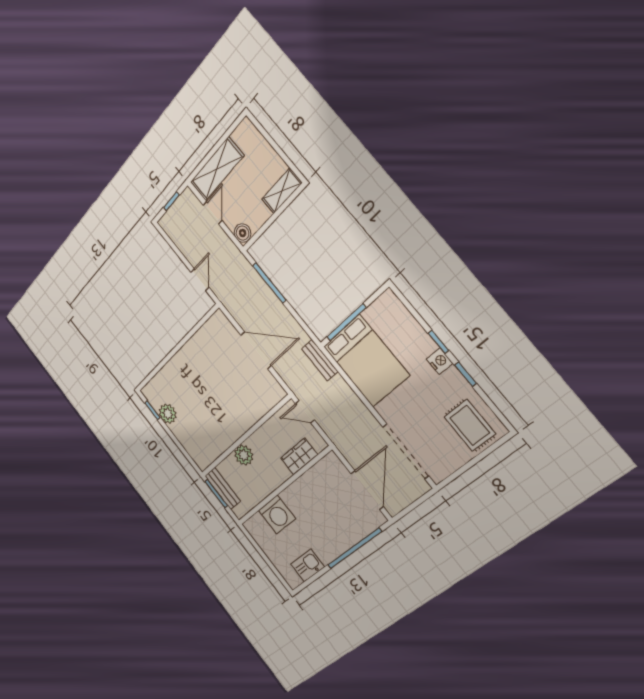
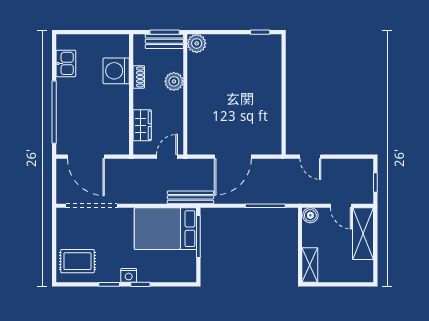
bench: (320, 360) -> (190, 197), width x1.36
plant: (168, 414) -> (197, 43), moved
shoe rack: (265, 490) -> (139, 77), added

